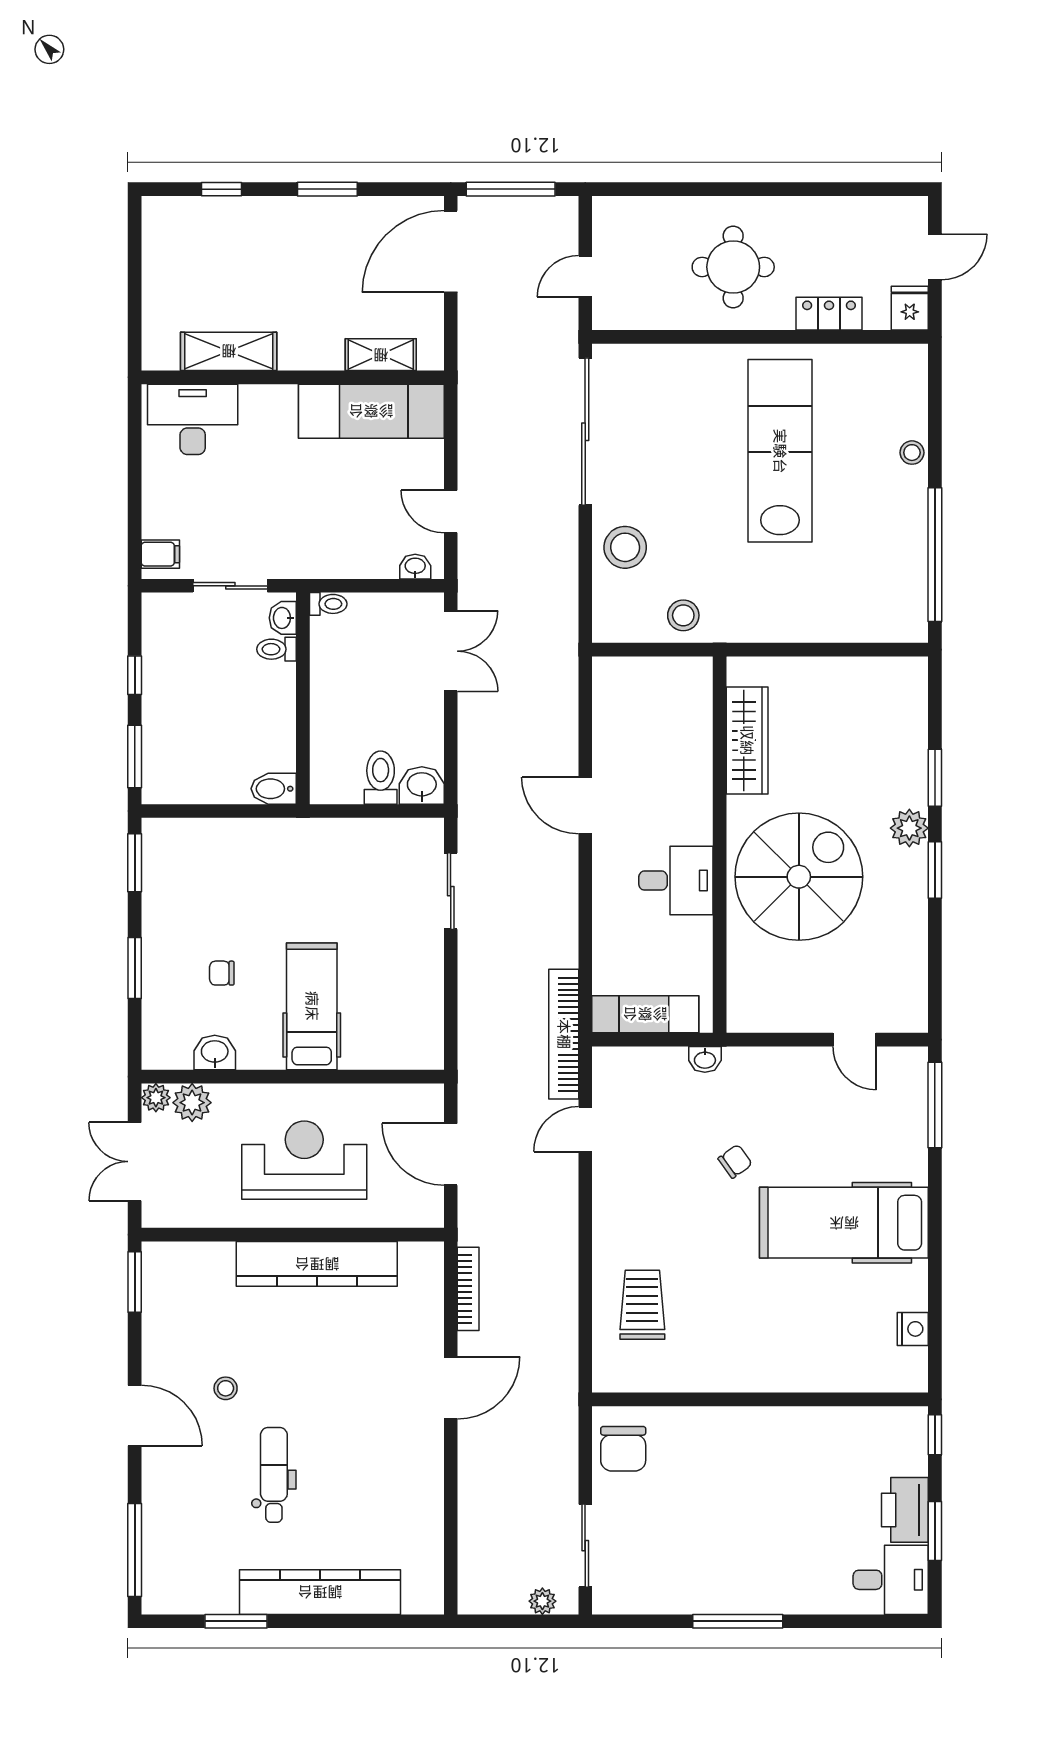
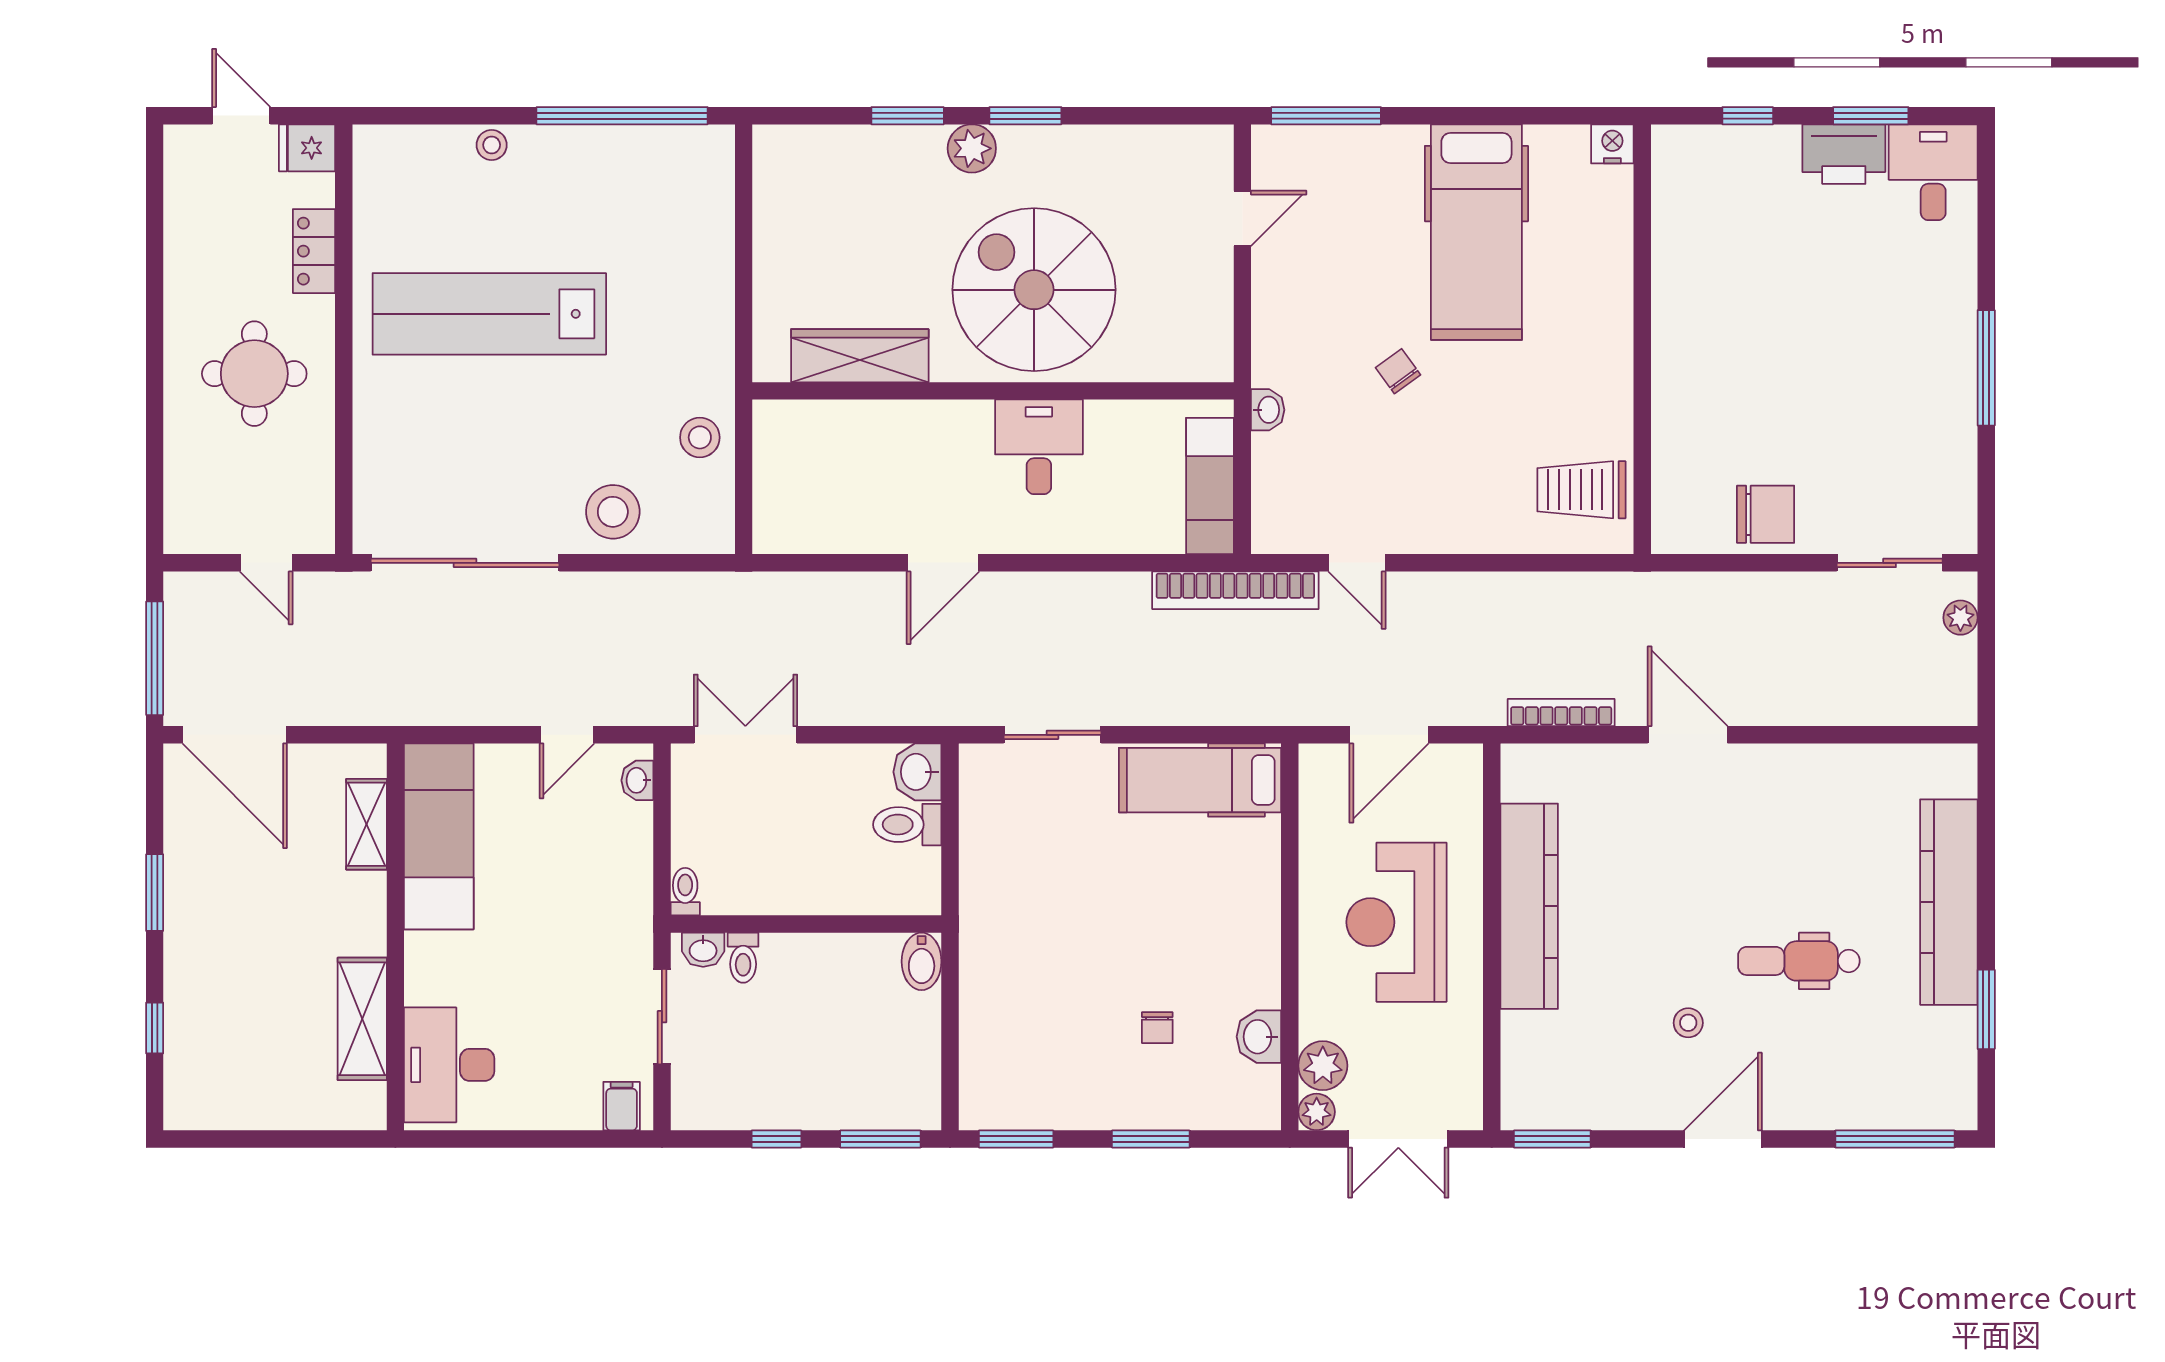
hospital bed: (312, 1006) -> (1200, 780), moved
wall: (760, 1399) -> (1642, 339), moved

